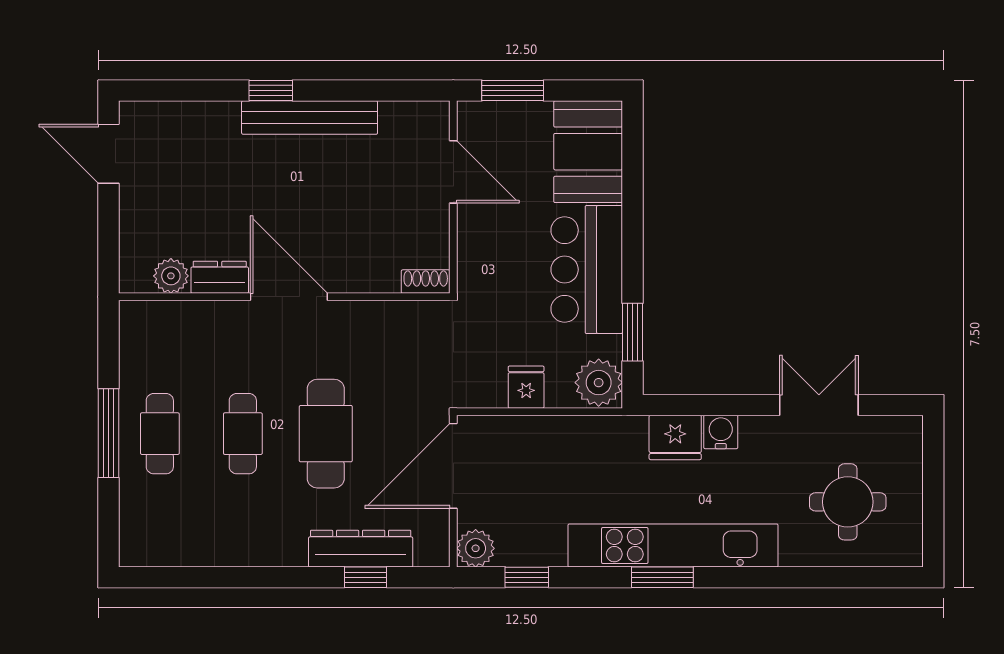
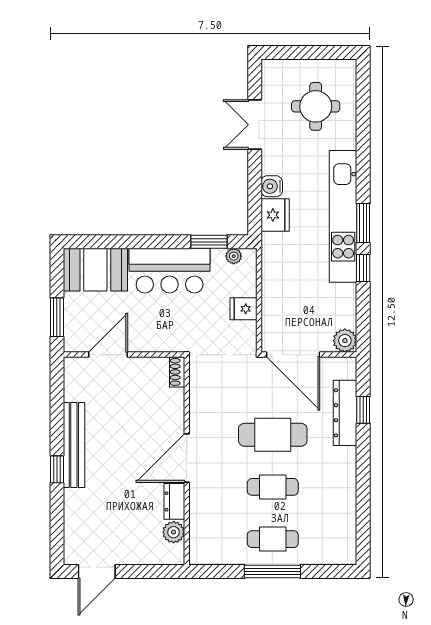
plant: (599, 383) -> (234, 256), width x0.53, depth x0.53
window: (527, 577) -> (363, 268), moved

